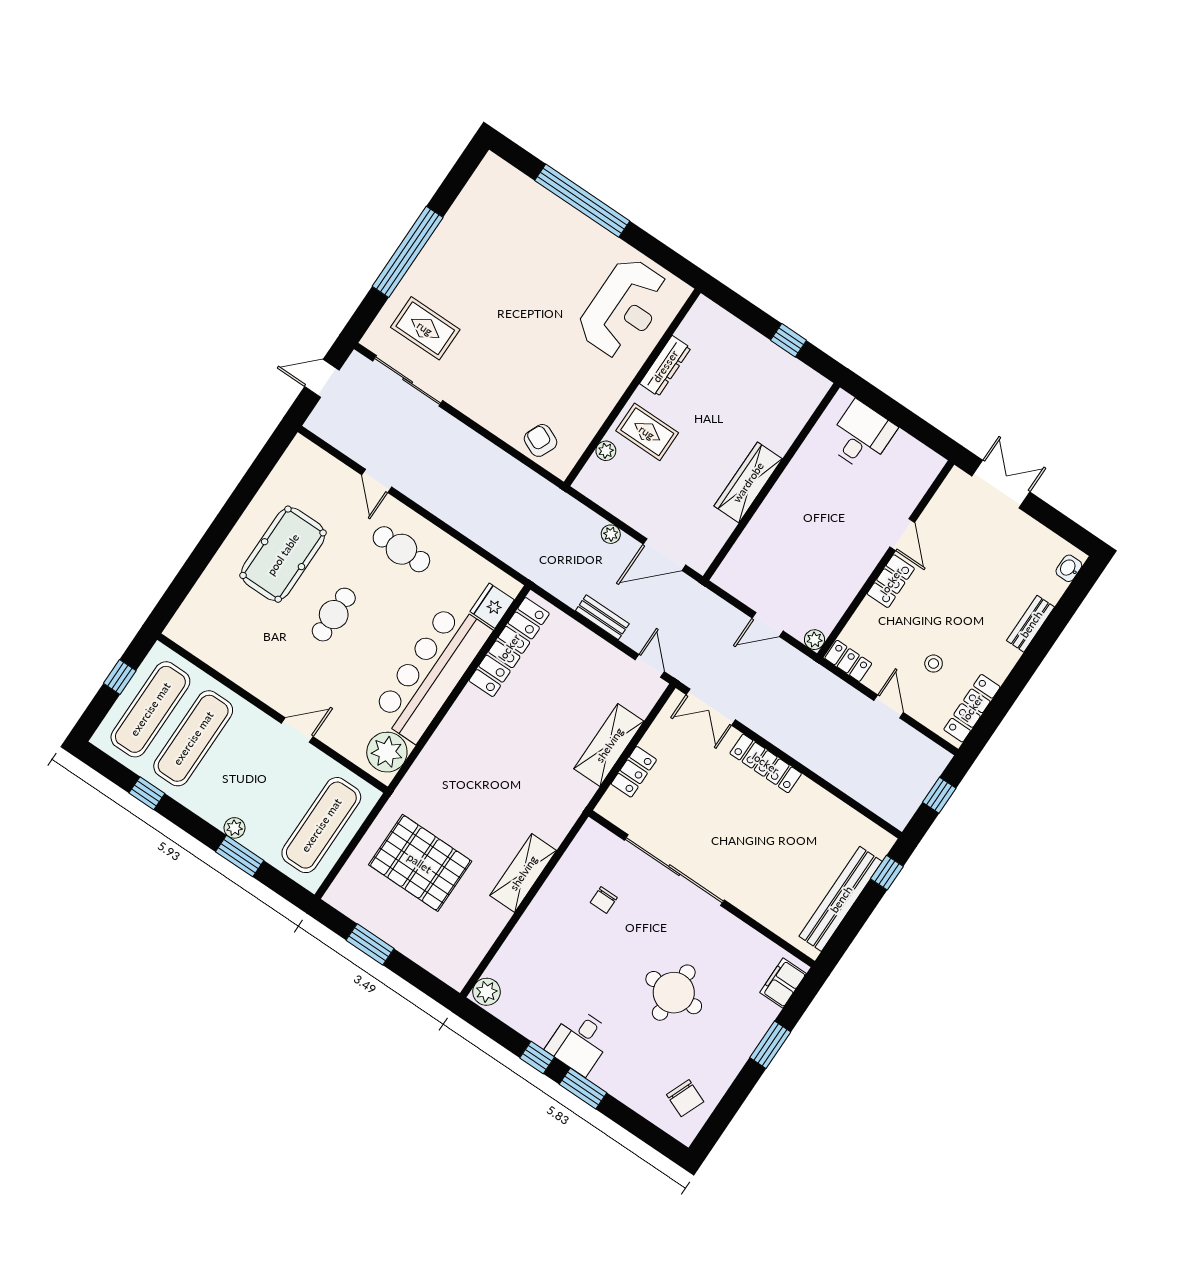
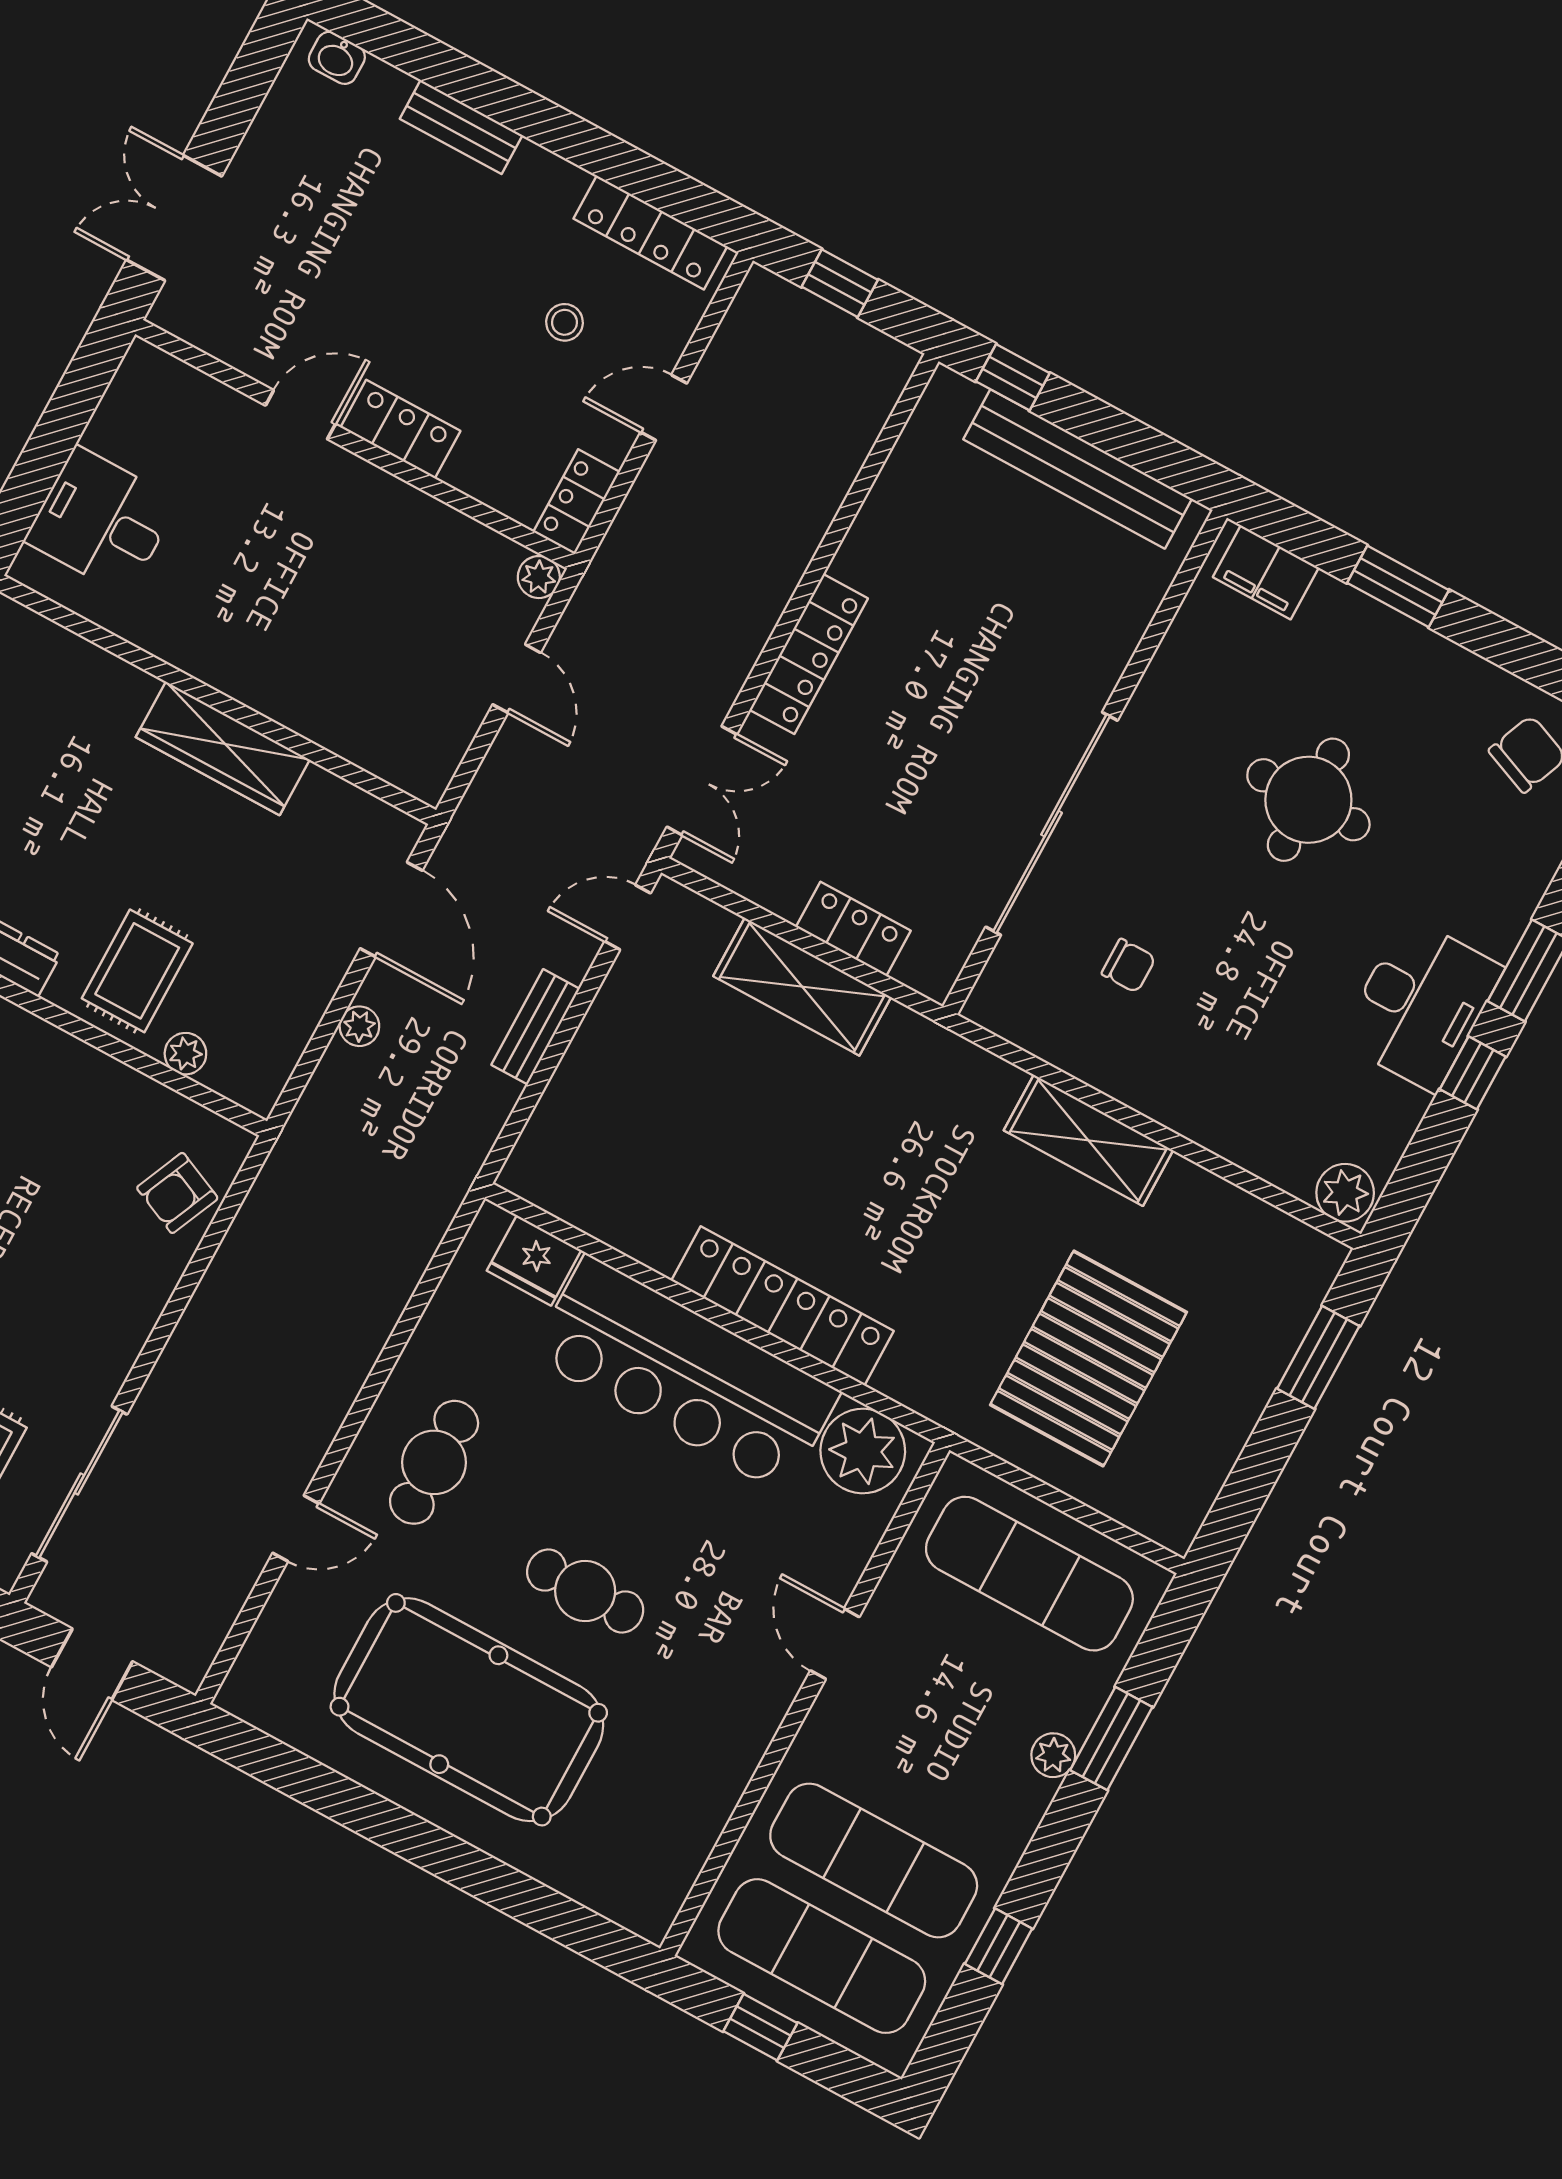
pool table: (283, 554) -> (469, 1710), width x1.36, depth x1.32
locker: (509, 647) -> (783, 1306), moved
window: (370, 944) -> (1318, 1357), moved
desk: (580, 1041) -> (1421, 1004), width x1.37

